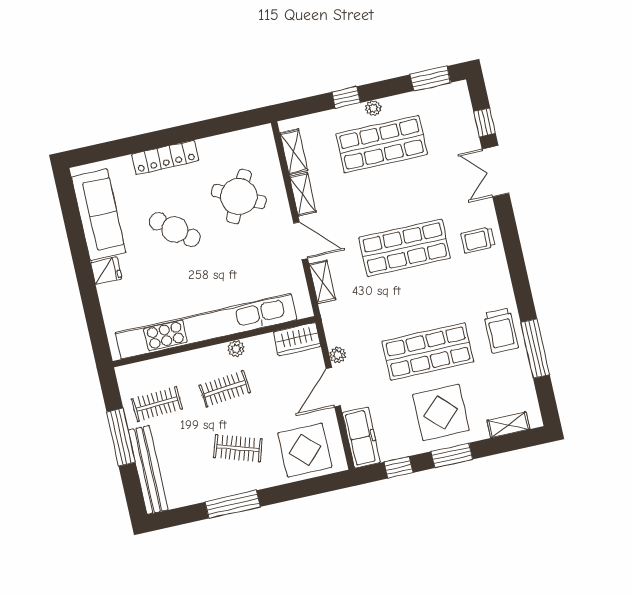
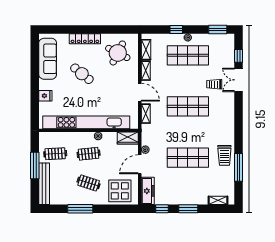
round table: (239, 196) -> (118, 53), moved
trolley: (478, 240) -> (214, 84), moved
fridge: (106, 271) -> (45, 96), moved
display table: (441, 412) -> (188, 187), removed

